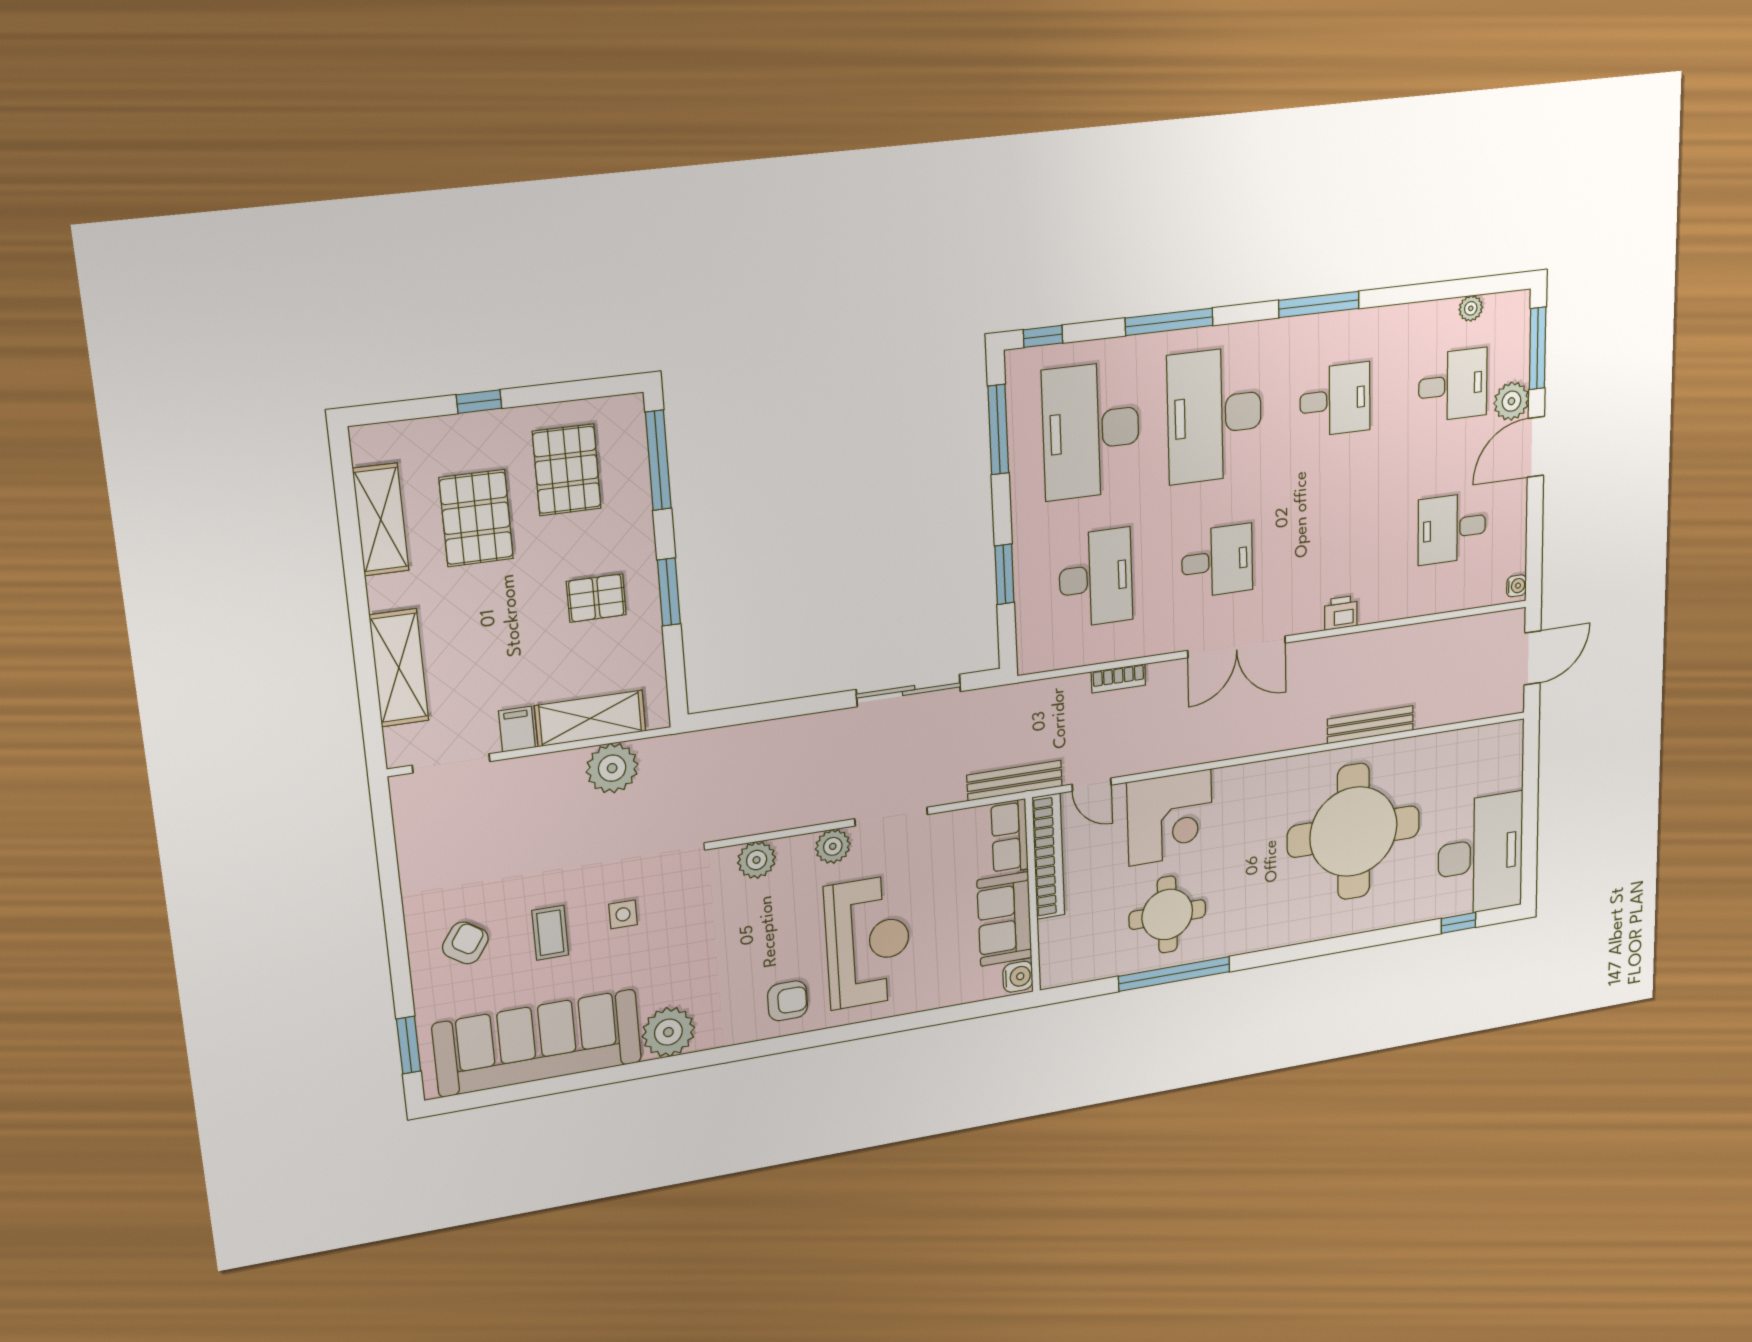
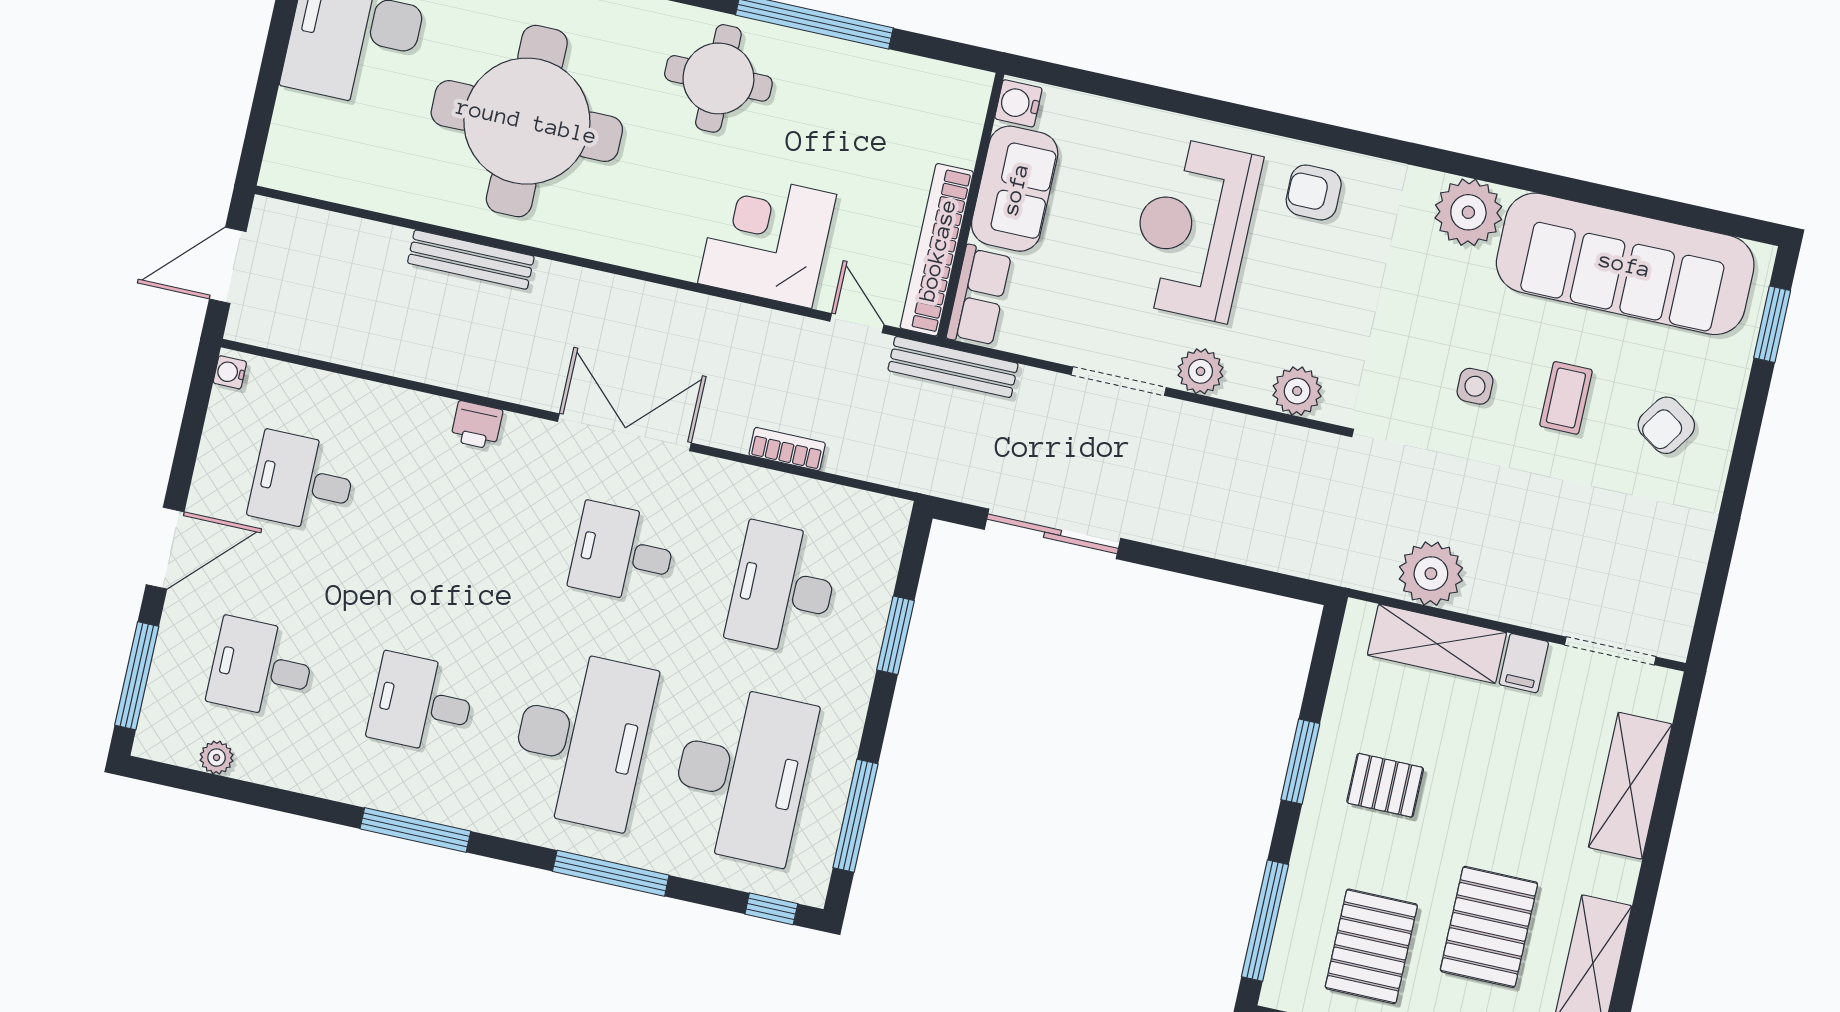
plant: (1511, 401) -> (186, 620), removed
desk: (1452, 528) -> (302, 482), turned 180
round table: (1167, 914) -> (718, 78), moved

